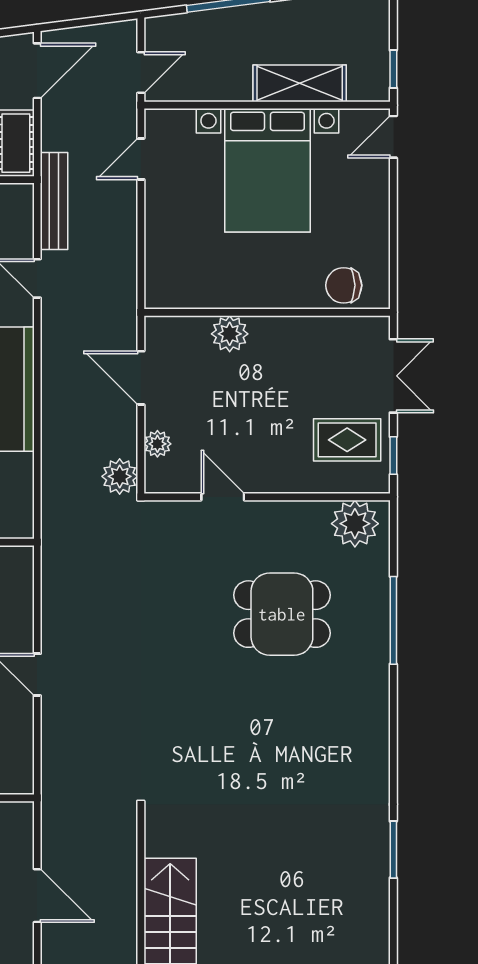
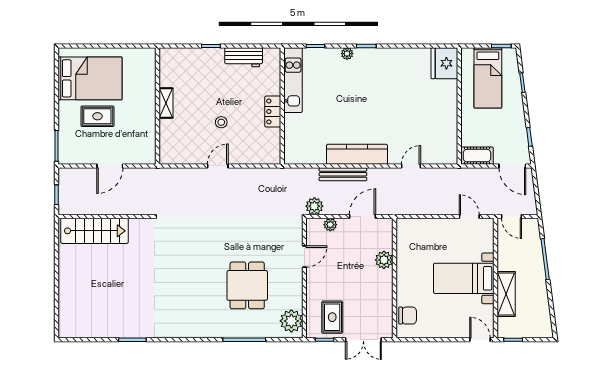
bed with nightstands: (267, 170) -> (464, 278), width x0.73
bench: (54, 201) -> (343, 174), moved
chair: (344, 285) -> (408, 316), turned 90

